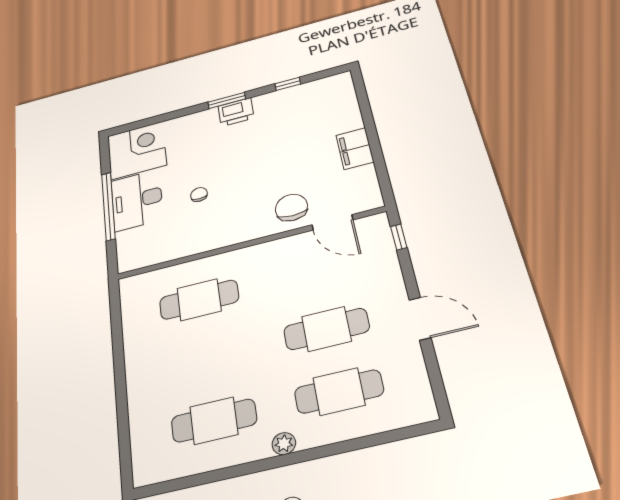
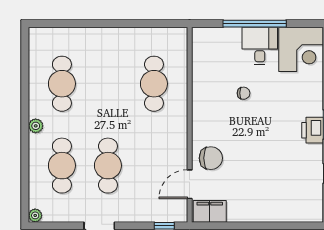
filing cabinet: (355, 149) -> (210, 211), moved
desk: (137, 200) -> (260, 46), width x0.73
plant: (427, 412) -> (35, 215), added

